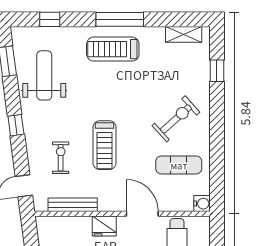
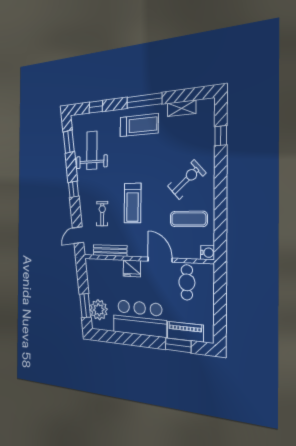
shelving: (184, 34) -> (182, 108), moved
treadmill: (113, 49) -> (139, 125), turned 180

